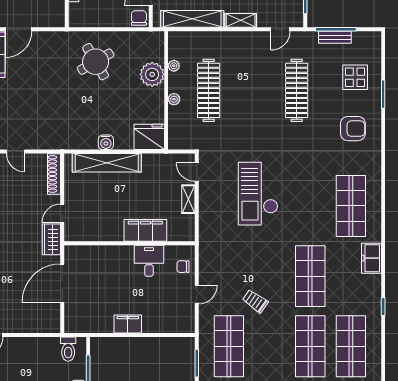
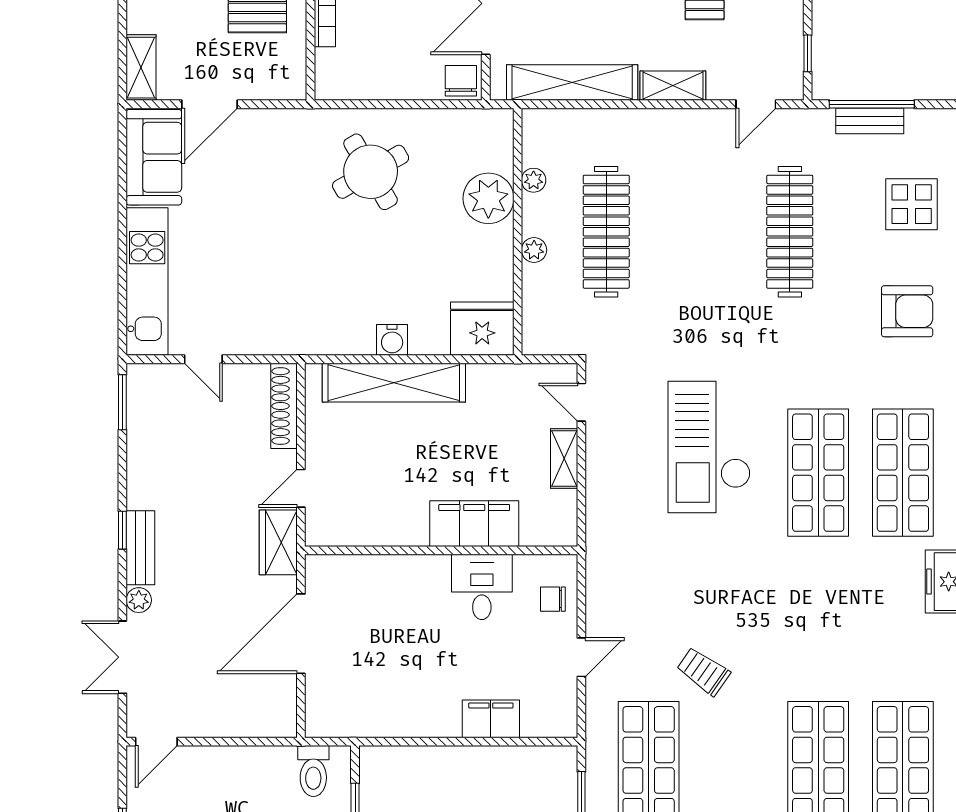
shop shelf: (310, 276) -> (818, 473), moved
filing cabinet: (128, 324) -> (491, 719), moved

